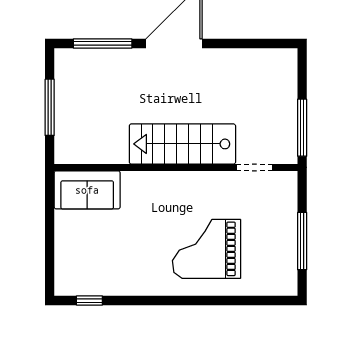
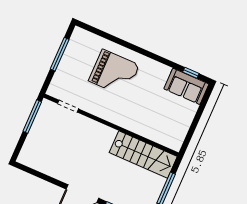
stairs: (182, 144) -> (143, 155), moved
sofa: (87, 190) -> (186, 86), moved, turned 180

